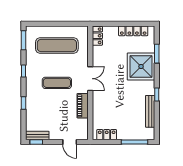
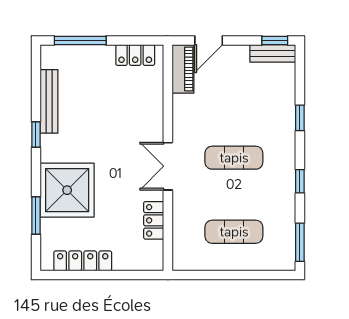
locker: (97, 36) -> (154, 220), moved
exercise mat: (57, 46) -> (234, 232), width x0.73, depth x0.69
piano: (83, 106) -> (183, 69), moved
door: (70, 142) -> (209, 40), swing flipped

